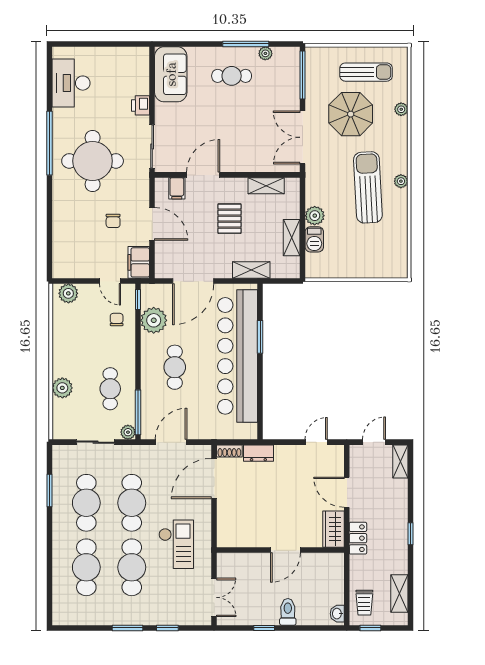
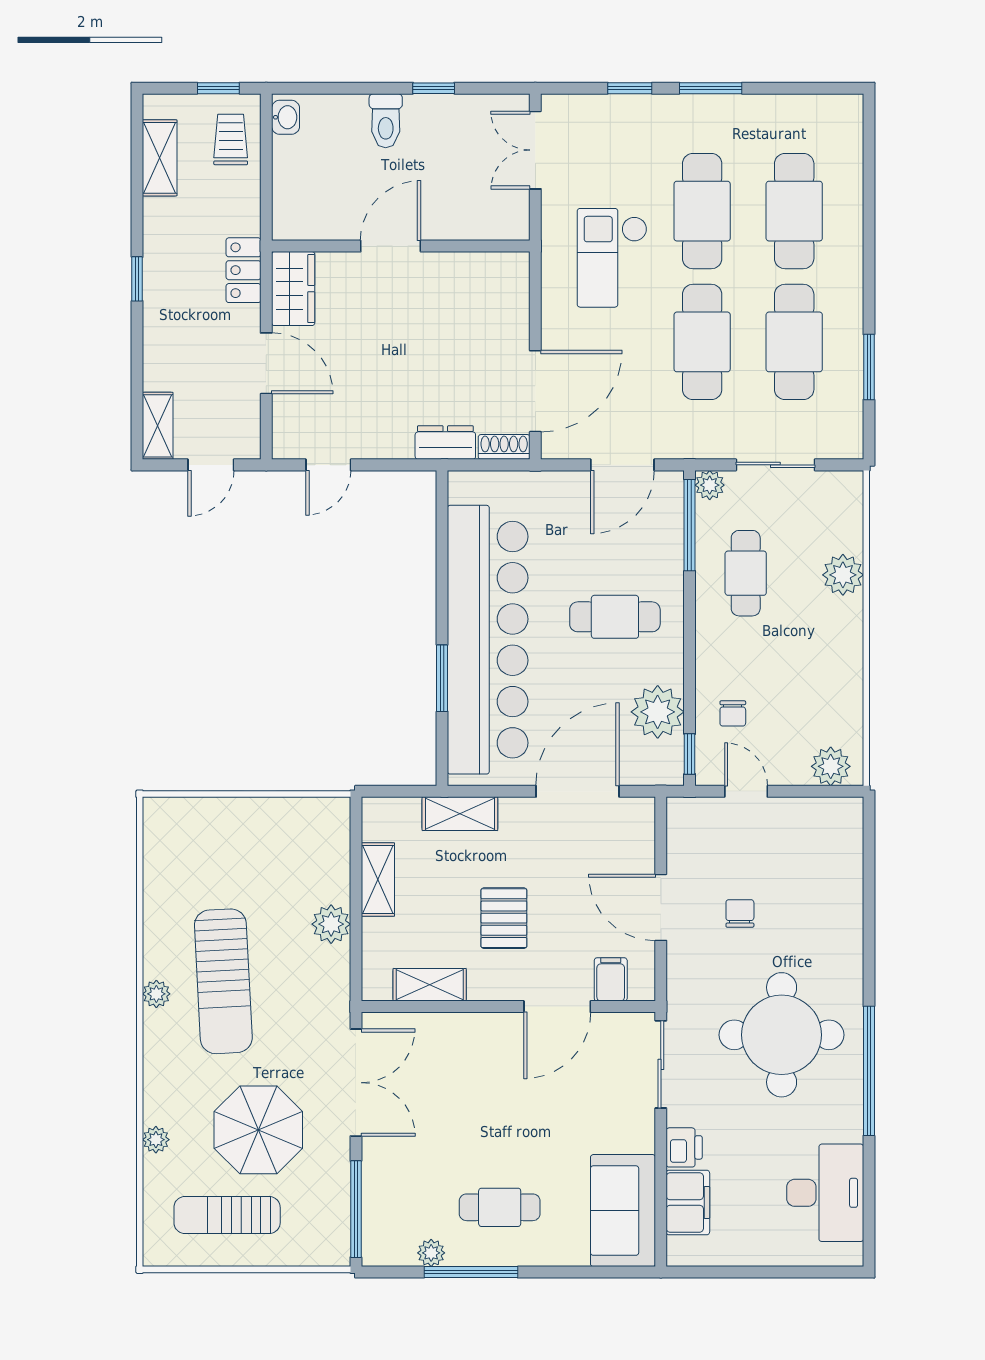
barbecue: (314, 239) -> (332, 876), removed
filing cabinet: (139, 262) -> (688, 1202), moved
cafe table: (175, 367) -> (615, 617), turned 90

